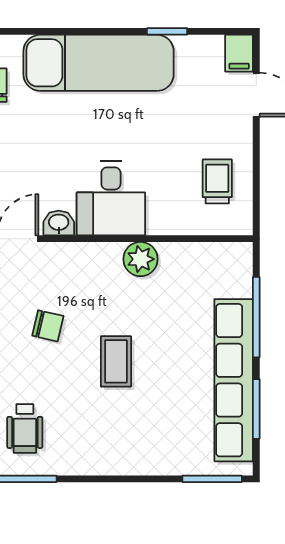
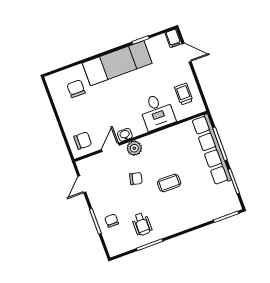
desk: (111, 198) -> (157, 112), moved
plant: (140, 259) -> (134, 148), moved
coffee table: (116, 361) -> (169, 183), turned 90
row of seats: (234, 380) -> (212, 150), moved

